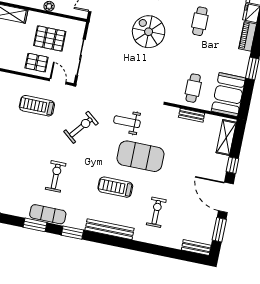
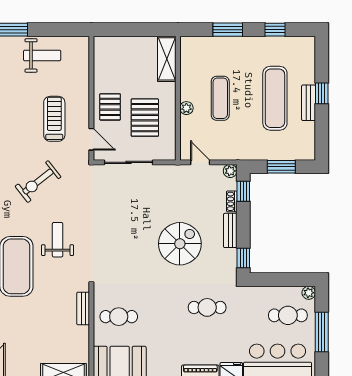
door: (58, 81) -> (91, 139), hinge flipped
bench: (192, 115) -> (83, 308), moved
exercise bike: (81, 127) -> (38, 182), turned 103

